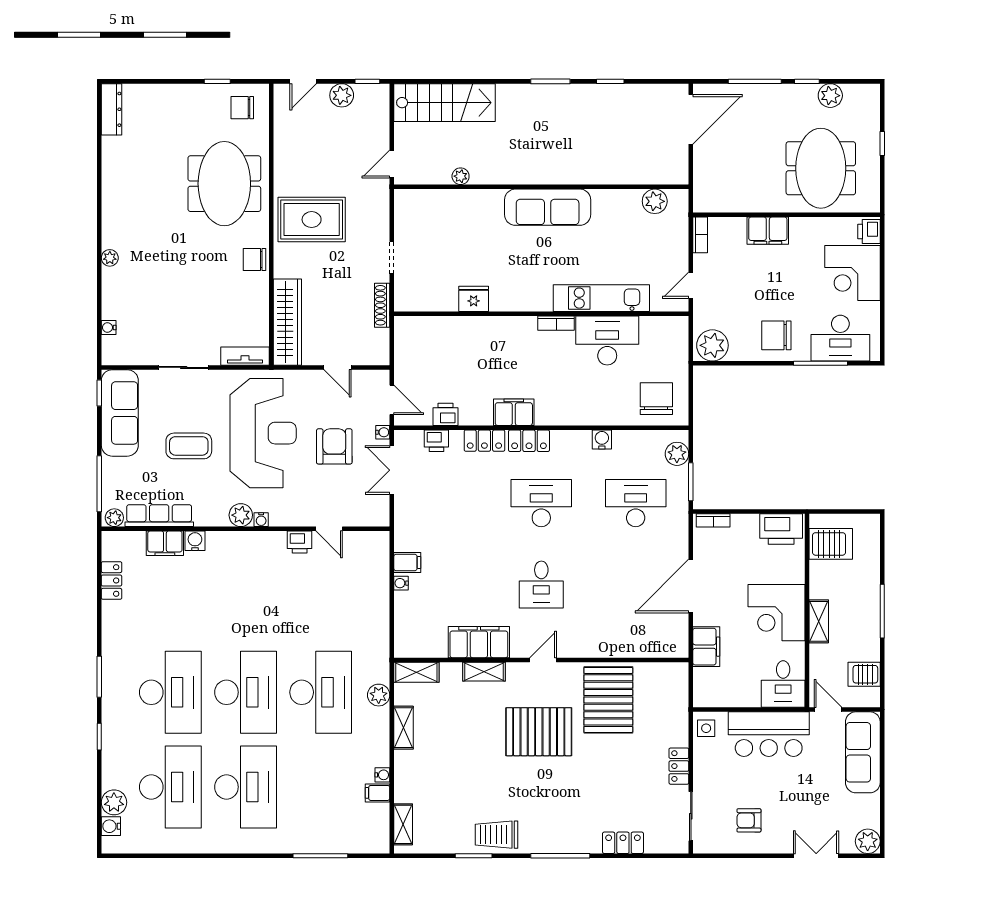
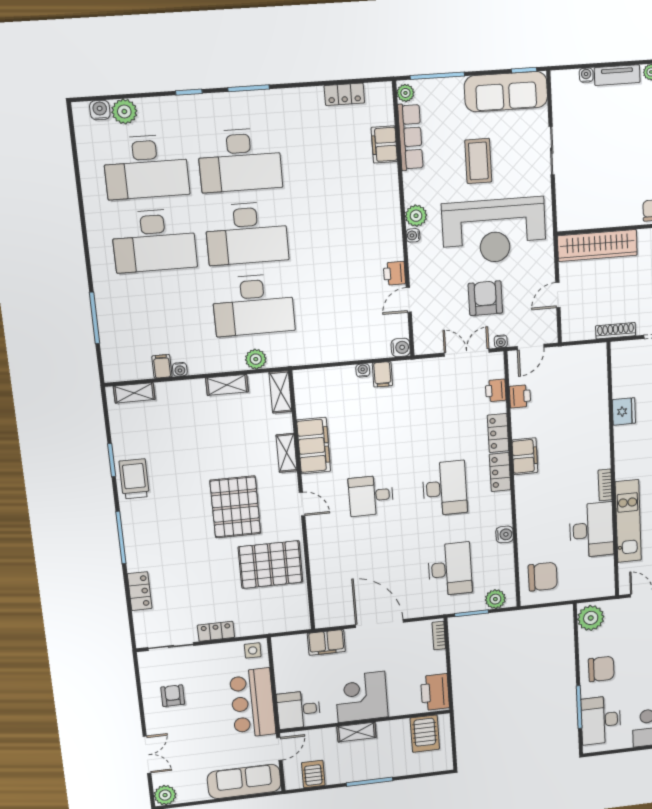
chair: (776, 335) -> (601, 669), turned 90
tv unit: (245, 356) -> (617, 75), moved, turned 90
armchair: (334, 446) -> (485, 298), turned -90
water cooler: (195, 541) -> (401, 347), moved

